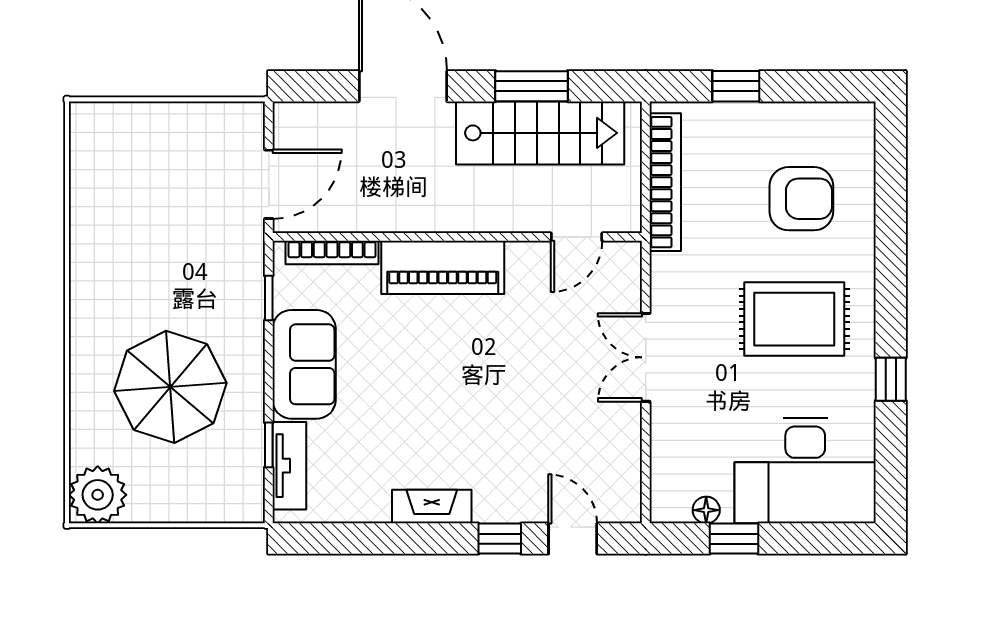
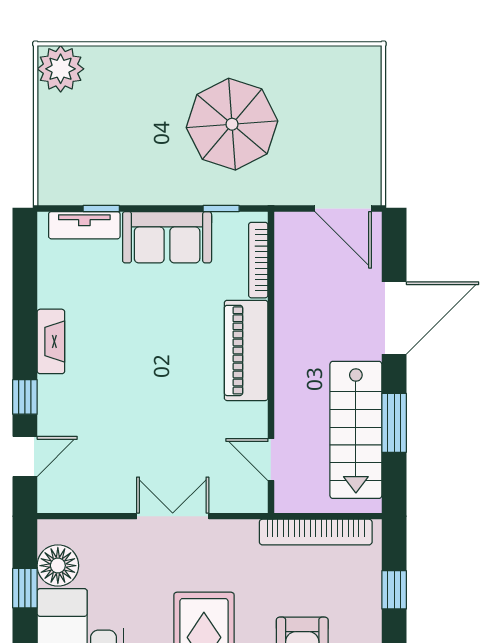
door: (269, 184) -> (343, 208), moved
parasol: (170, 387) -> (232, 124), moved
floor lamp: (706, 510) -> (58, 566), width x1.89, depth x1.89

